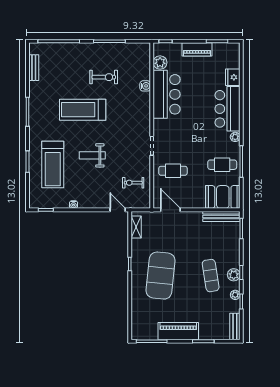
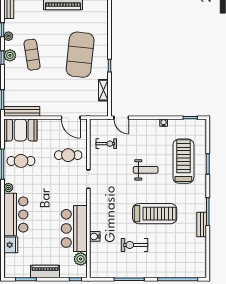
bench: (34, 68) -> (202, 225), moved
shelving: (136, 227) -> (103, 90), moved

